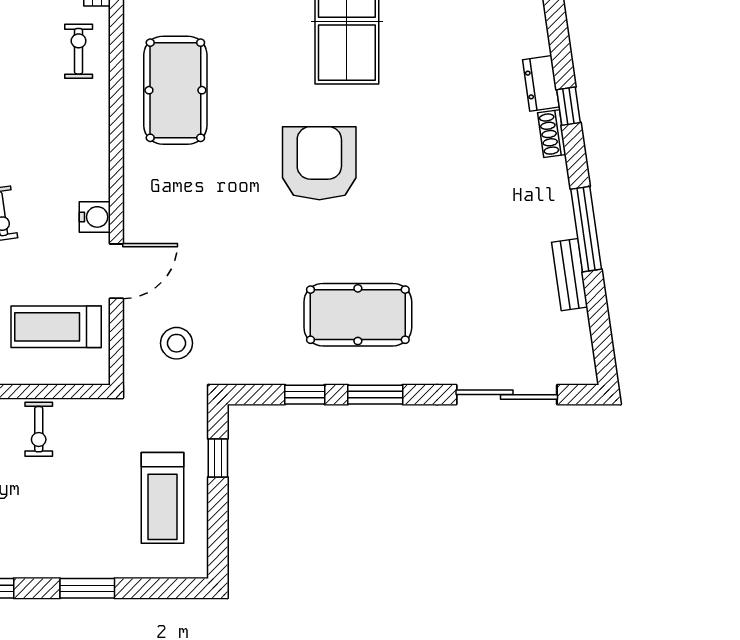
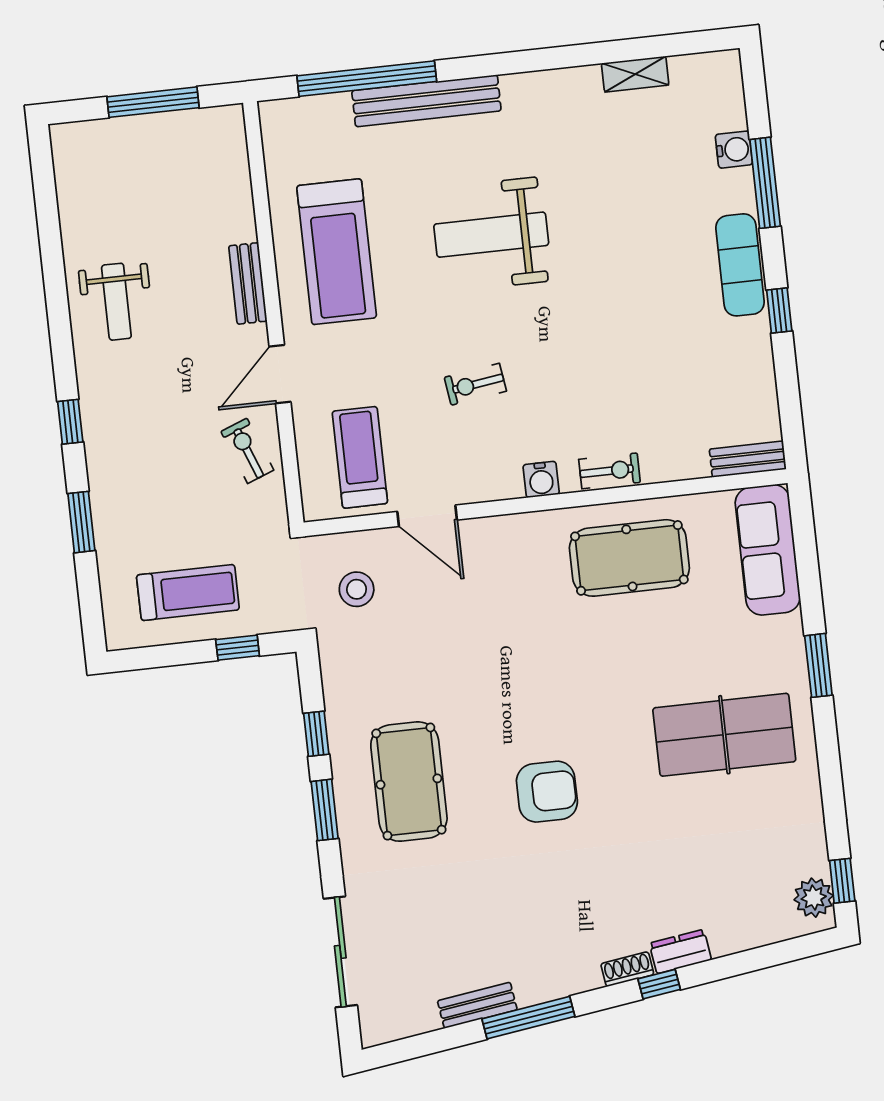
exercise bike: (79, 51) -> (610, 471), moved
armchair: (319, 163) -> (547, 792), moved, width x0.73, depth x0.73
water cooler: (95, 217) -> (541, 479), moved
exercise bike: (39, 429) -> (247, 451), turned 69
treadmill: (162, 498) -> (188, 592), turned 180

